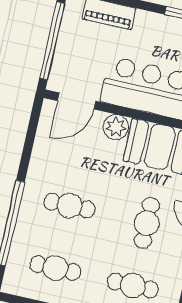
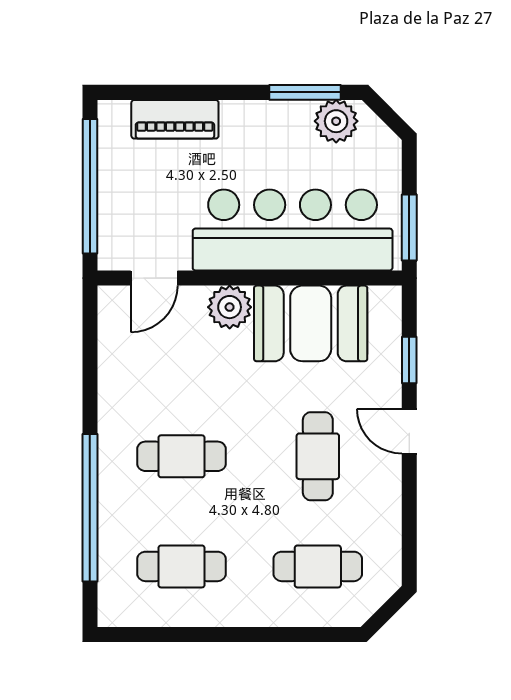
door: (77, 101) -> (154, 278), width x0.73

